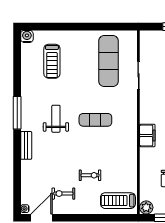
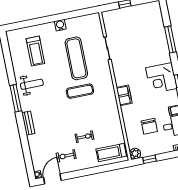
water cooler: (27, 36) -> (60, 25), moved
exercise mat: (109, 61) -> (76, 58), moved
weight bench: (56, 119) -> (32, 84), moved, turned 90

